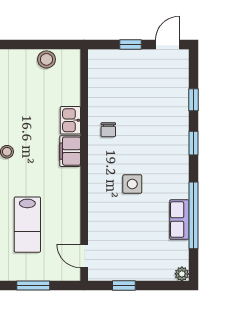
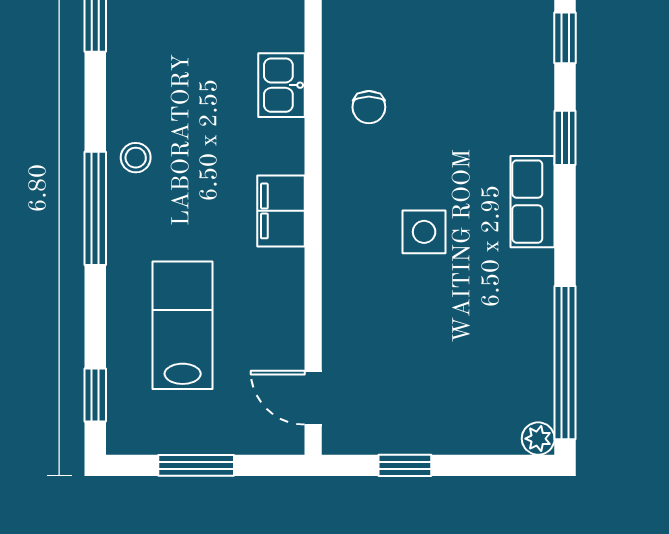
filing cabinet: (70, 151) -> (281, 211), moved
window: (194, 215) -> (565, 363), moved
row of seats: (179, 220) -> (533, 202), moved
lab bench: (27, 225) -> (183, 325), turned 180

